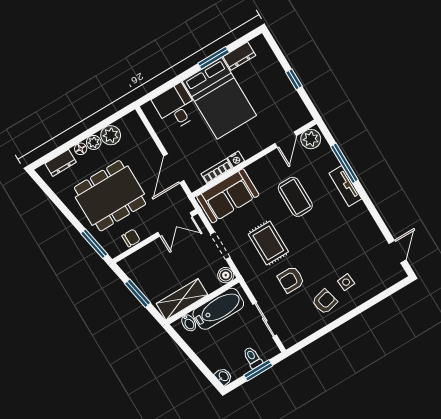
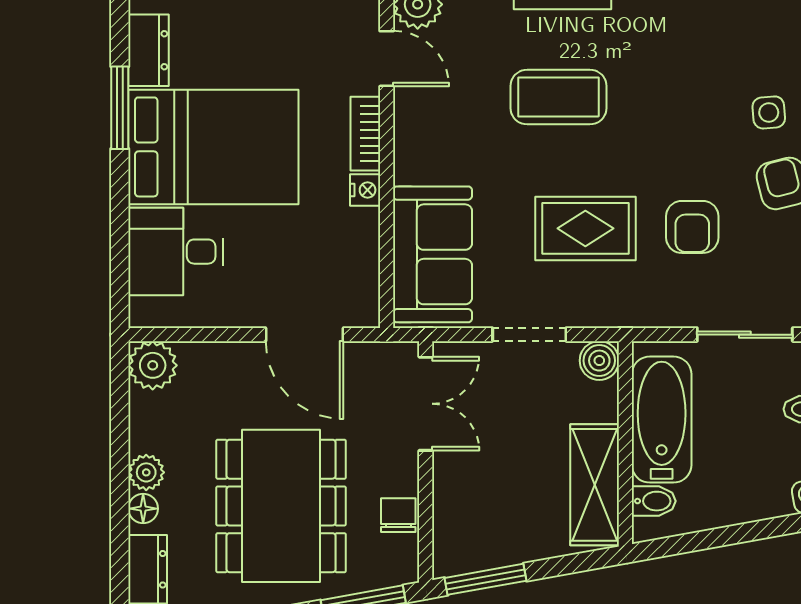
plant: (111, 135) -> (153, 365), moved
bookcase: (217, 171) -> (365, 134), moved
coffee table: (295, 197) -> (559, 97), moved
window: (137, 293) -> (485, 579), moved

